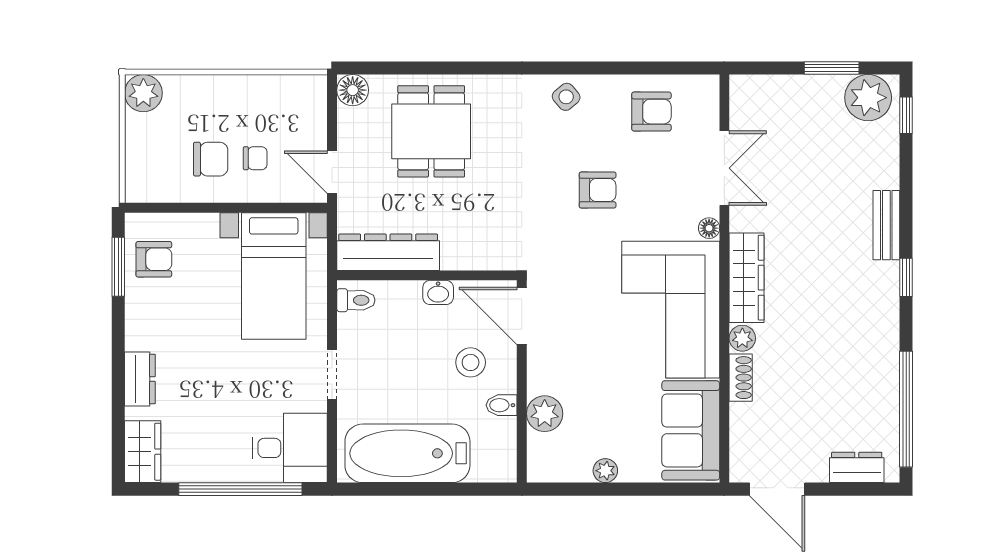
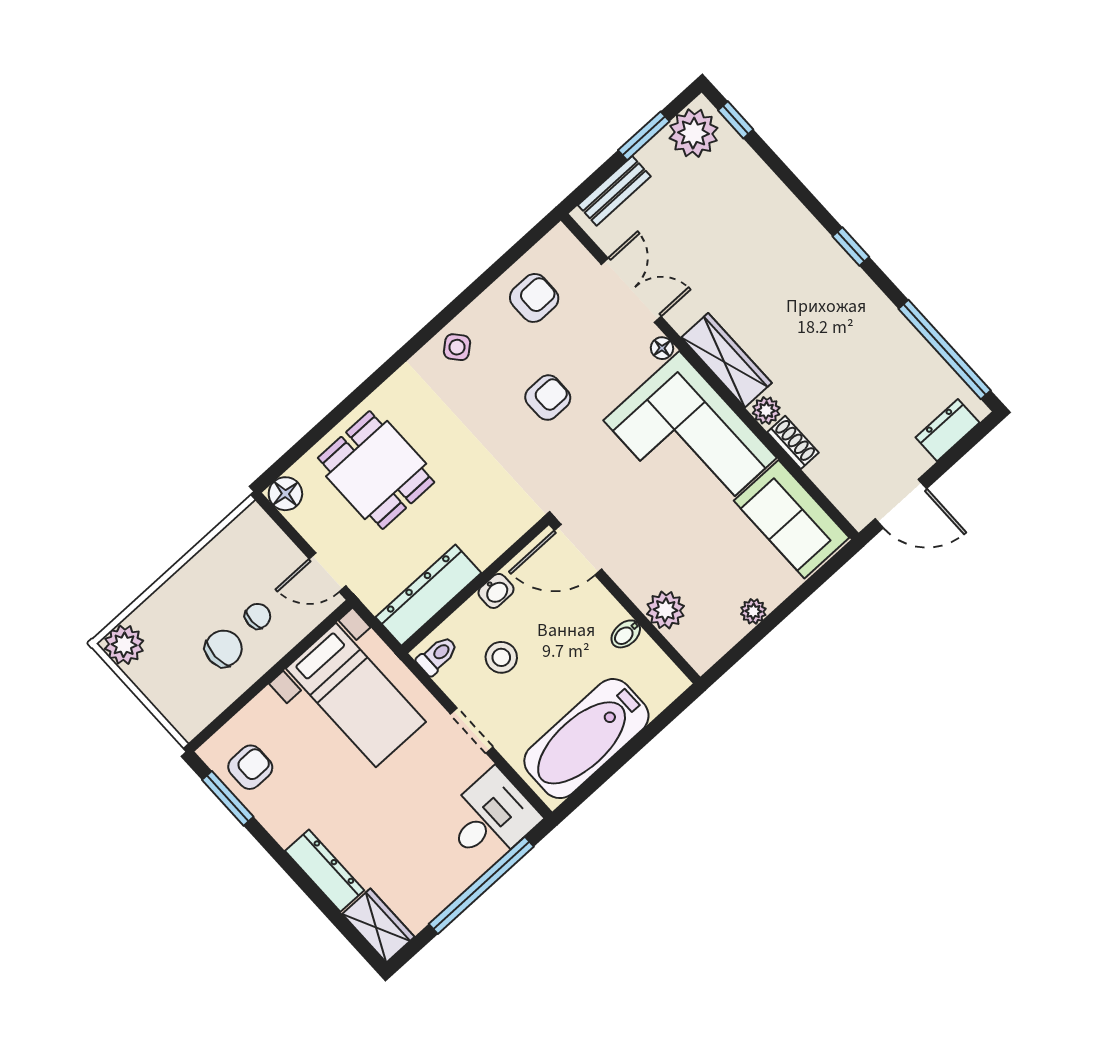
bench: (886, 225) -> (614, 191), moved, turned 90
stool: (471, 362) -> (501, 657), moved
dresser: (140, 379) -> (325, 871), width x1.44

